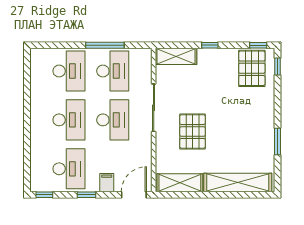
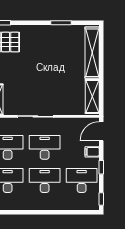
pallet: (192, 131) -> (53, 87), removed
door: (134, 195) -> (101, 131), hinge flipped

